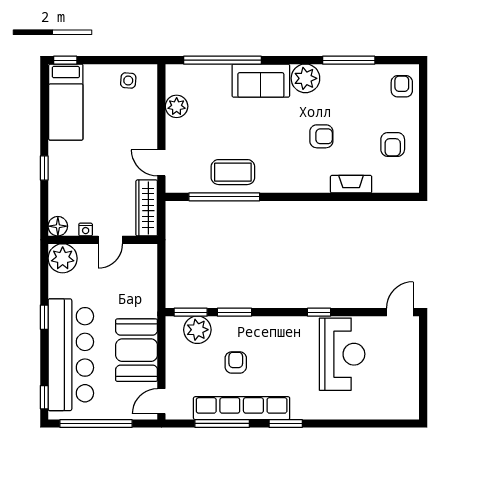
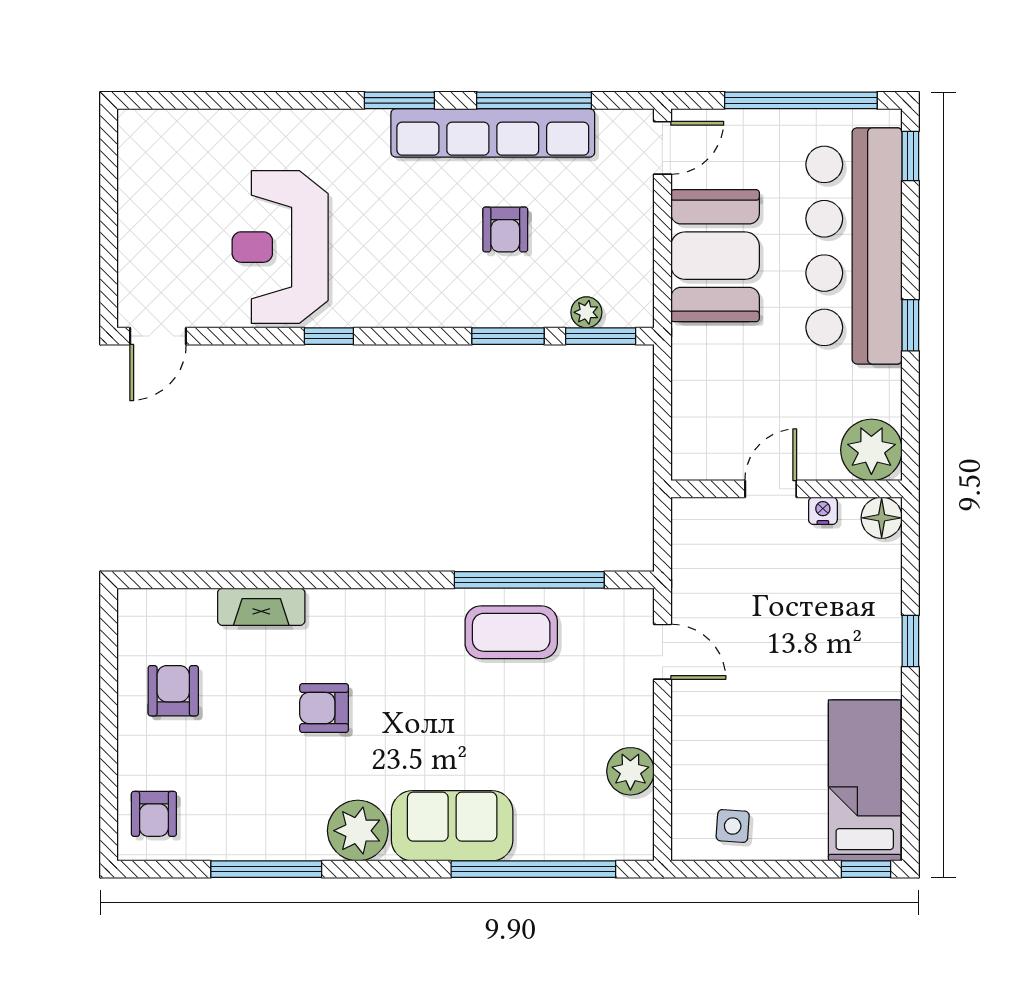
wardrobe: (147, 208) -> (694, 556), removed
plant: (197, 330) -> (586, 312), width x0.53, depth x0.53

